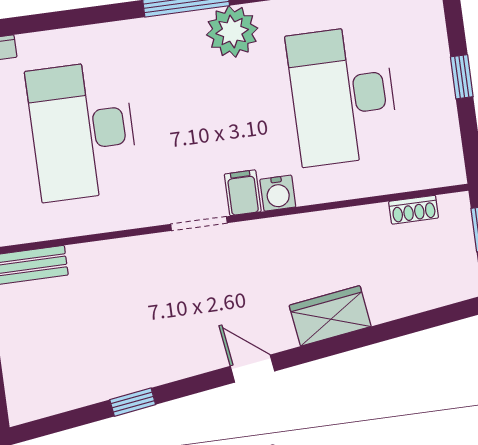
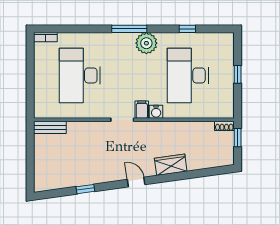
shoe rack: (414, 210) -> (224, 126), moved

